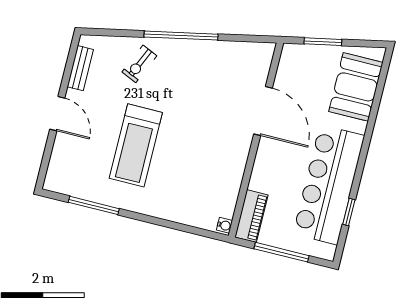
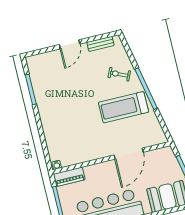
treadmill: (136, 145) -> (123, 107), moved

